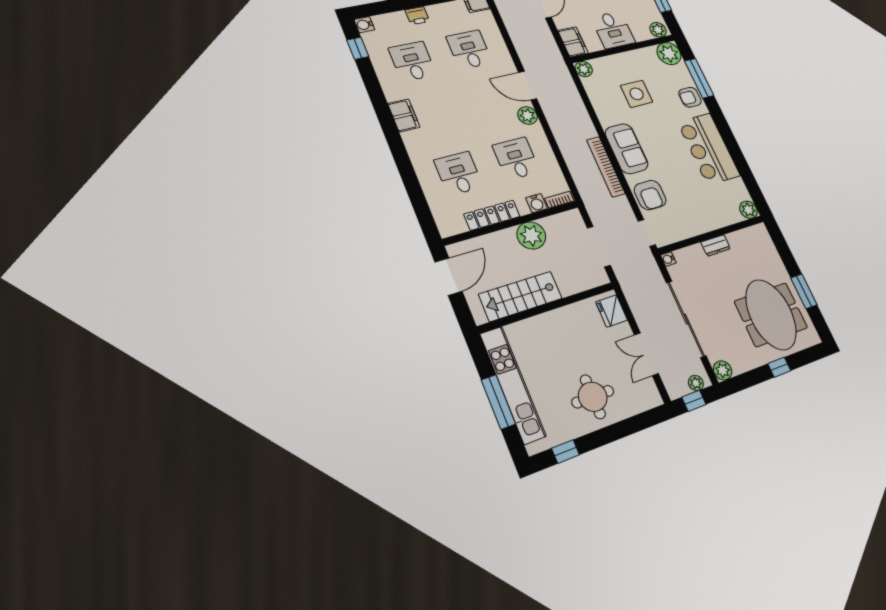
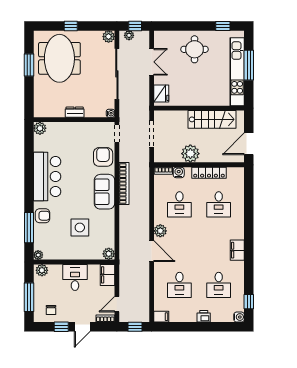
plant: (669, 54) -> (38, 255), width x0.53, depth x0.53

